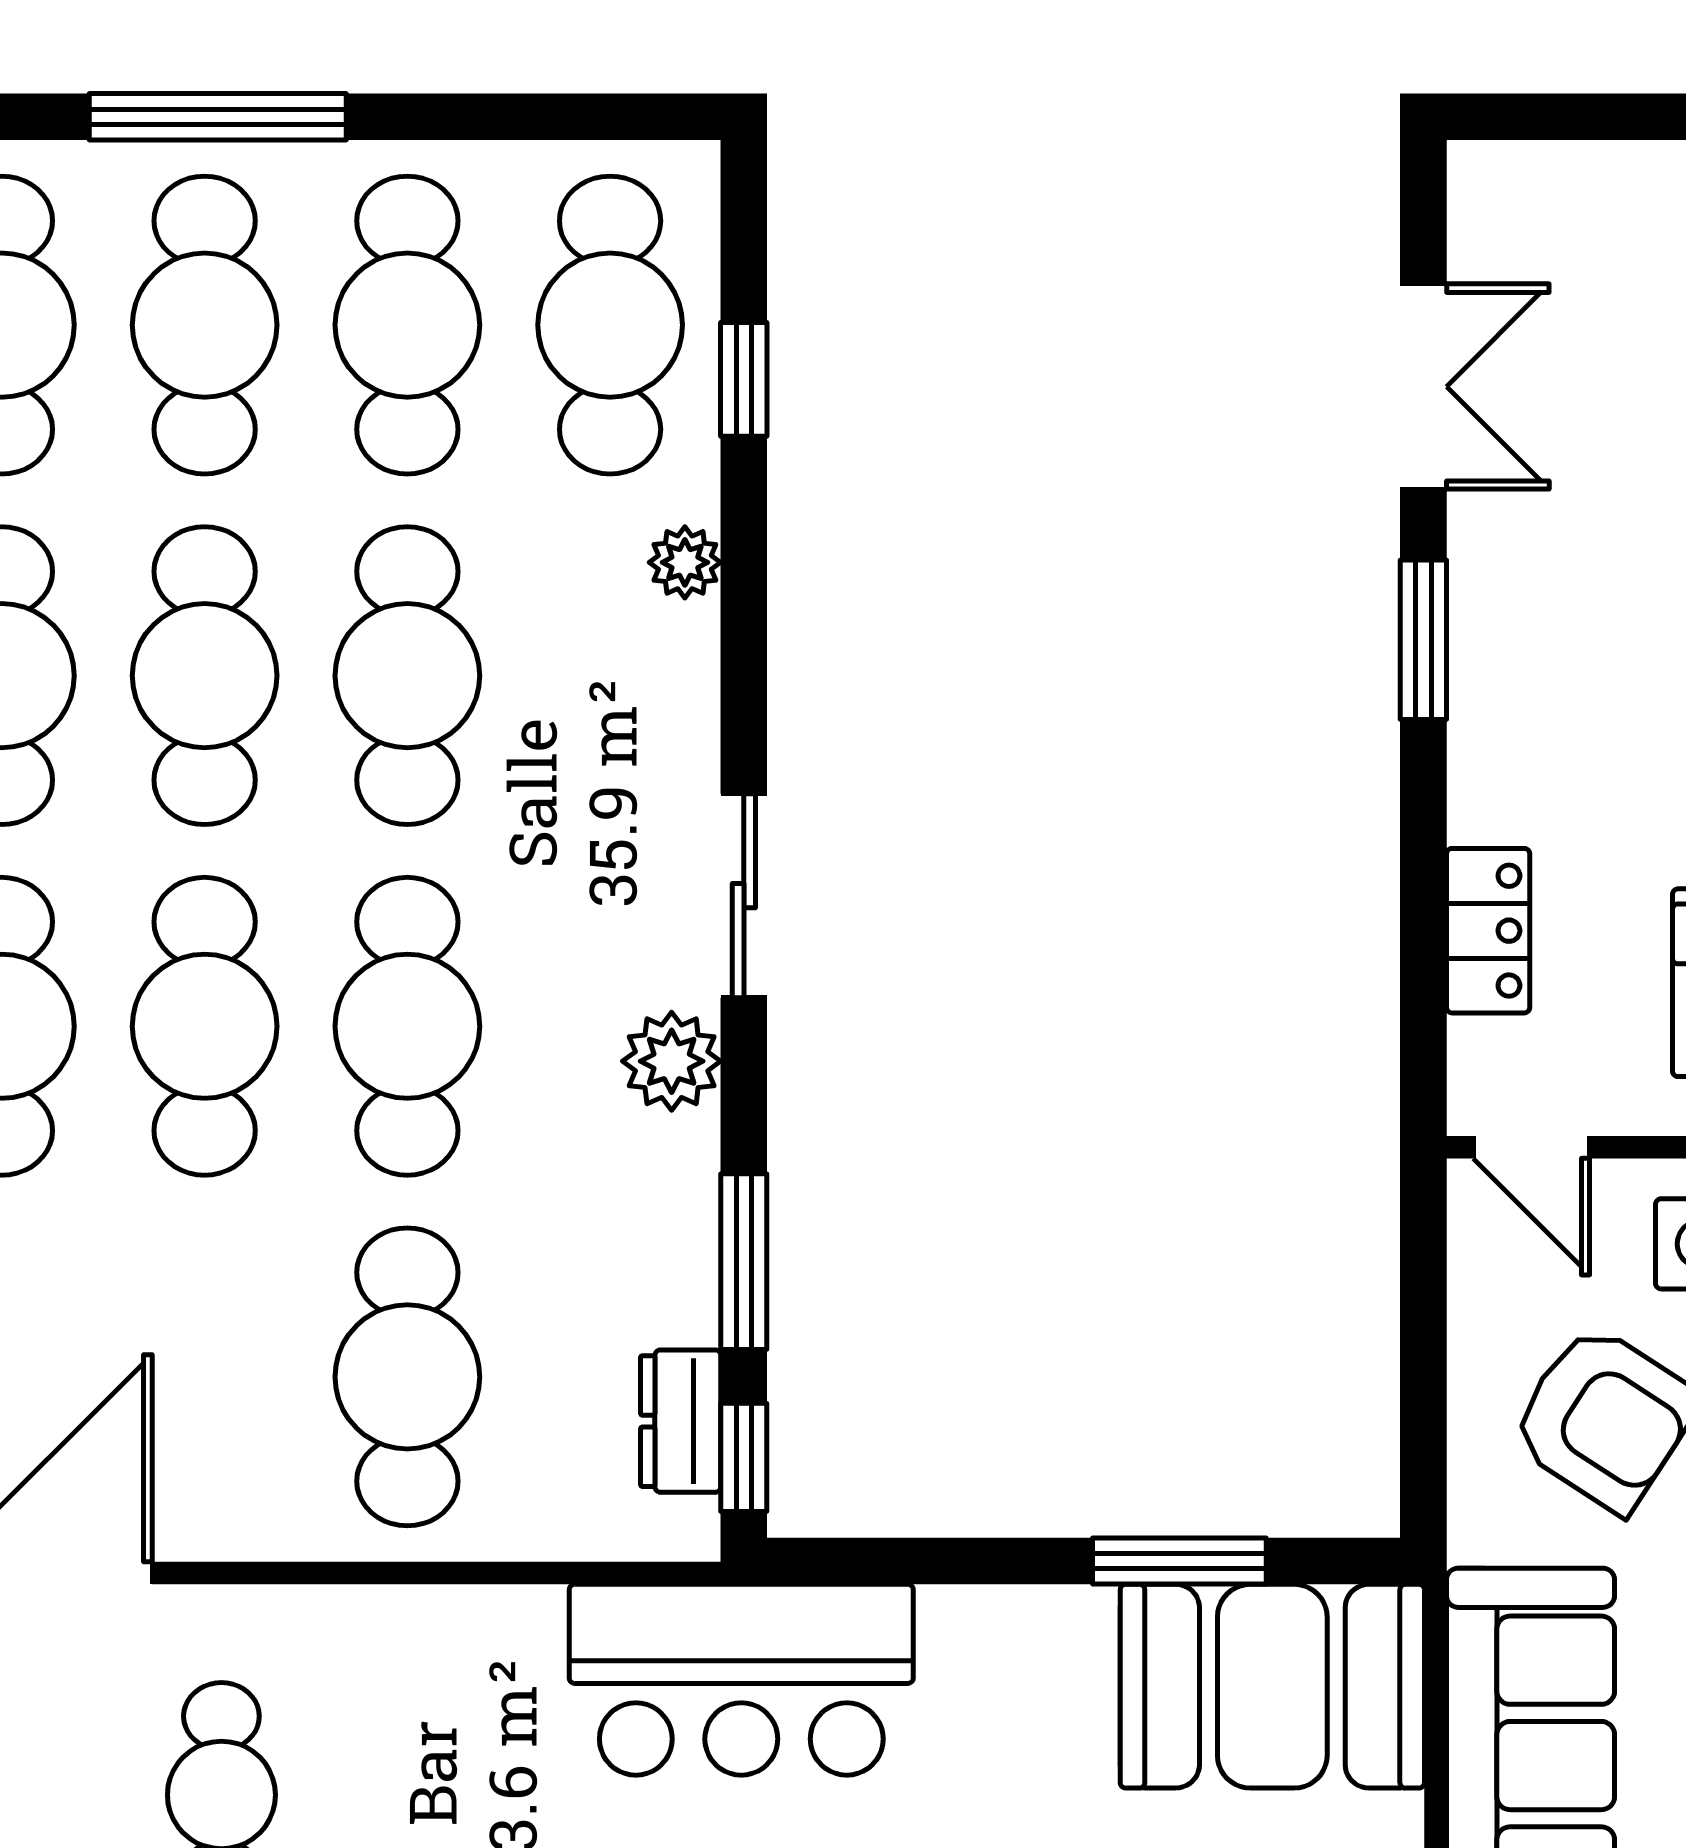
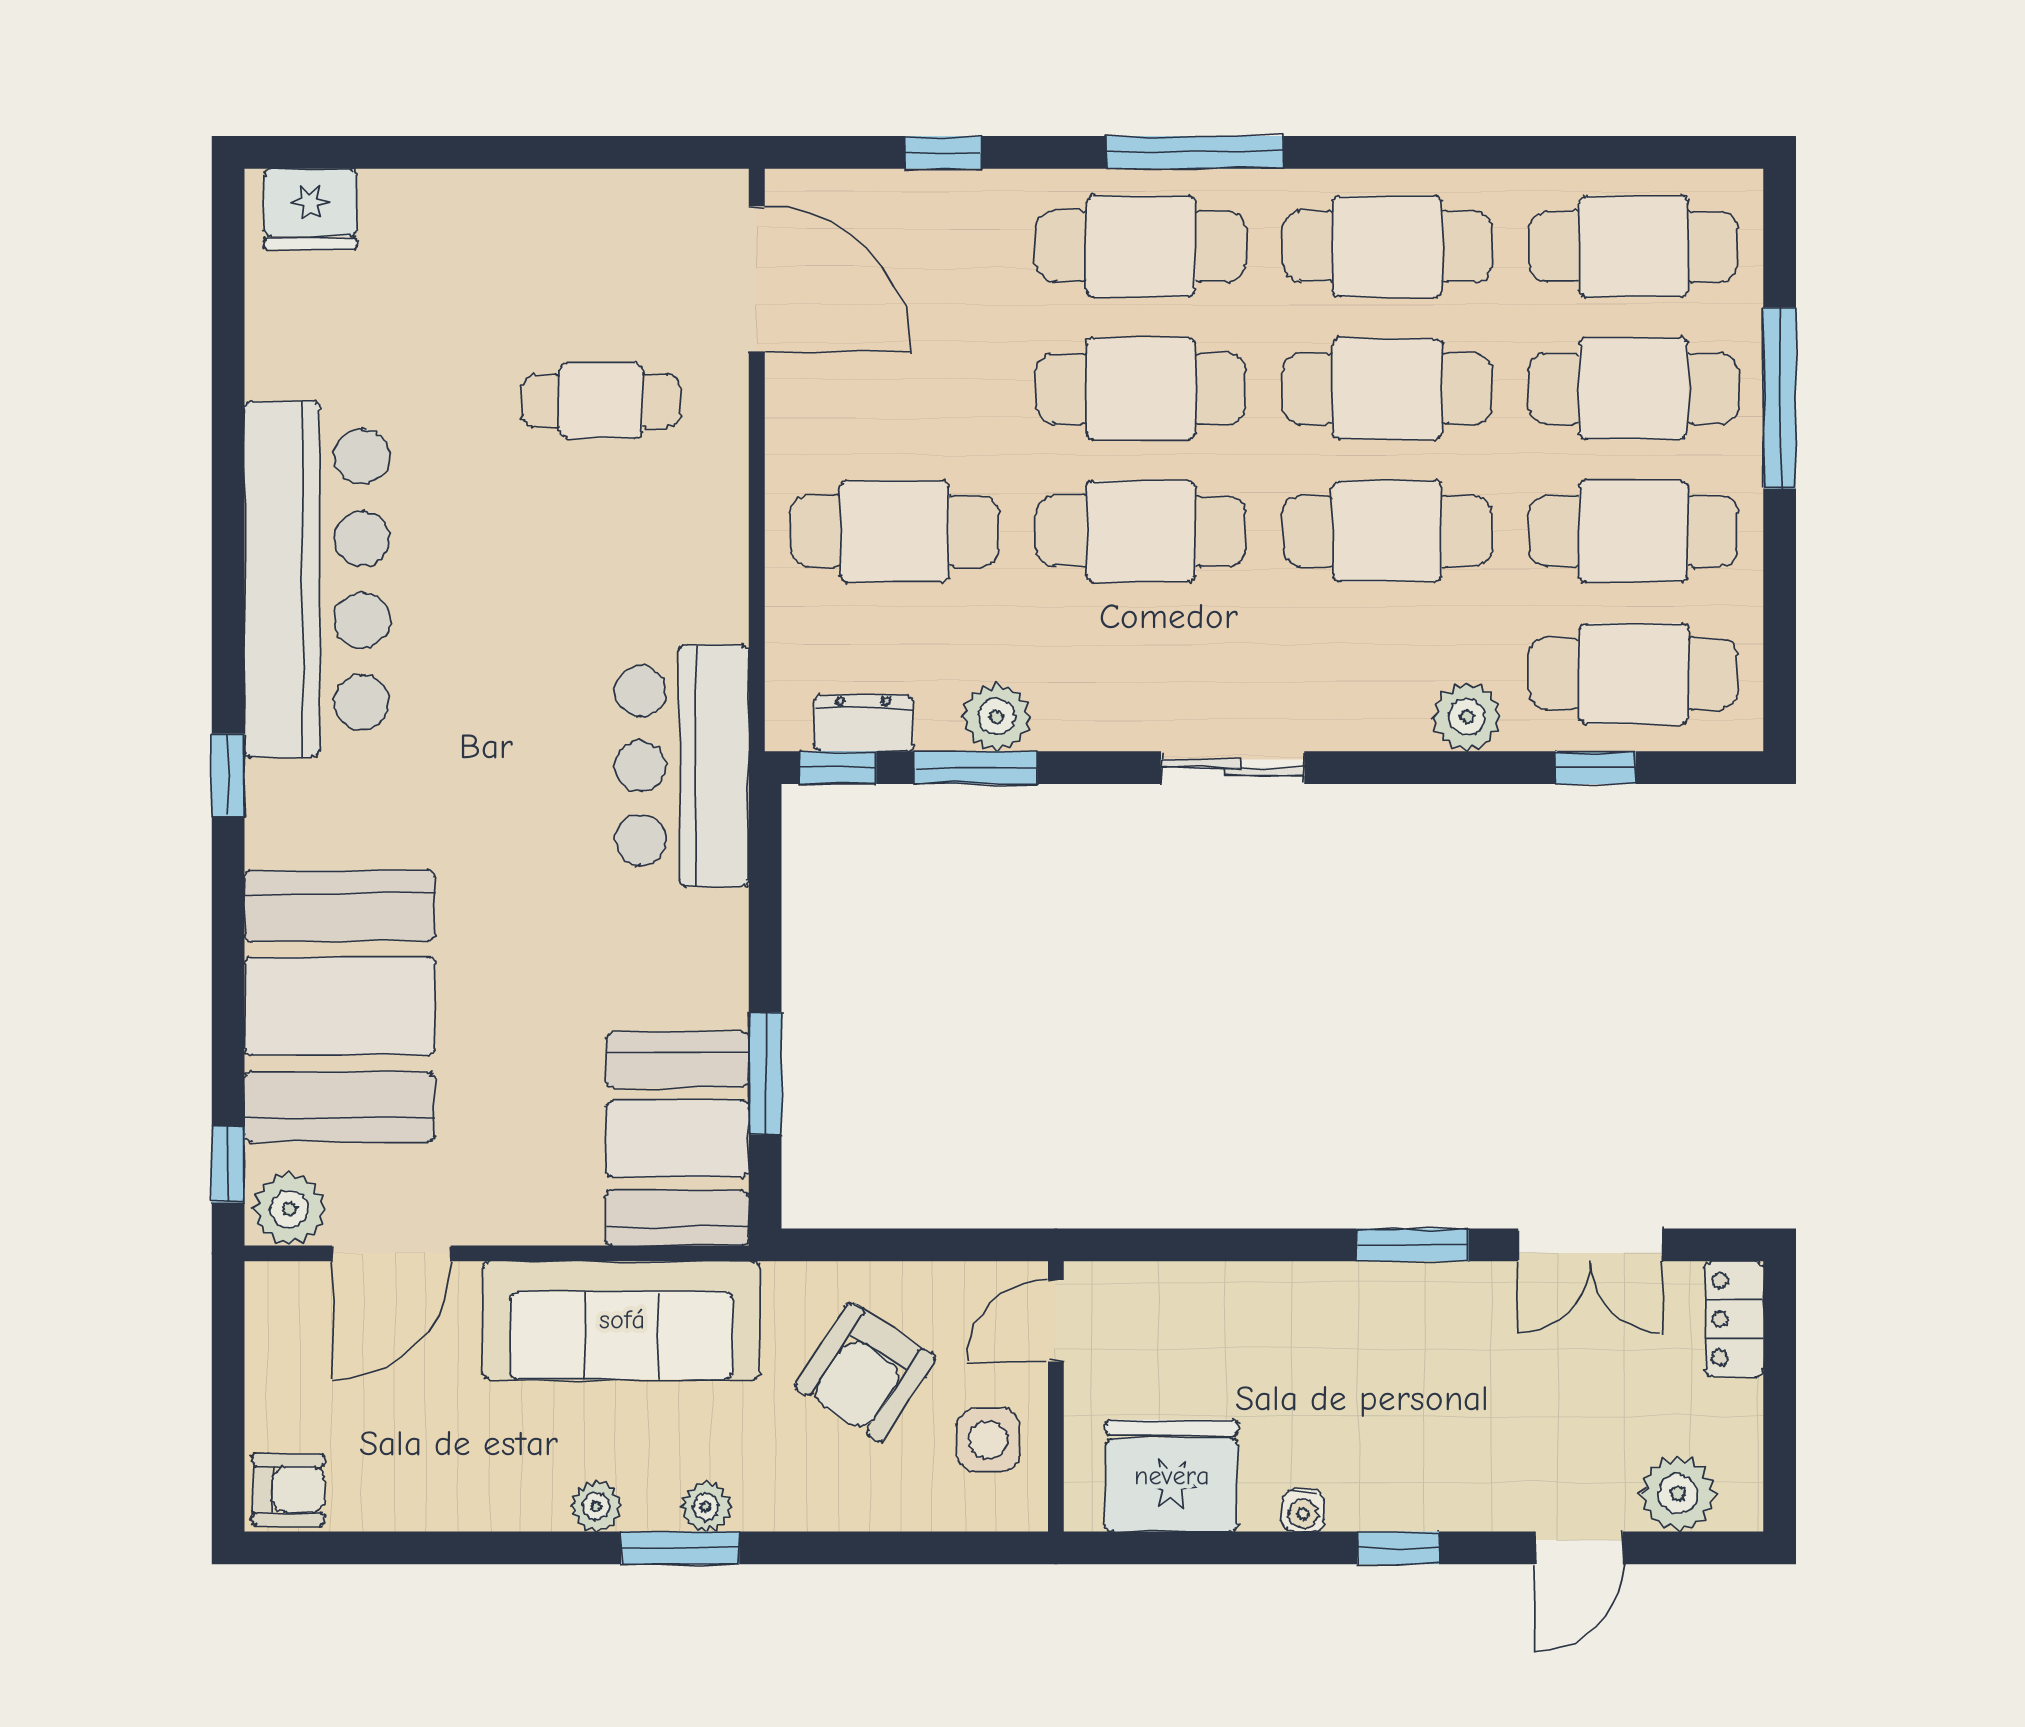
plant: (685, 562) -> (1467, 717), width x1.38, depth x1.38
locker: (1488, 931) -> (1734, 1319), moved, turned 90
plant: (672, 1061) -> (996, 717), moved

